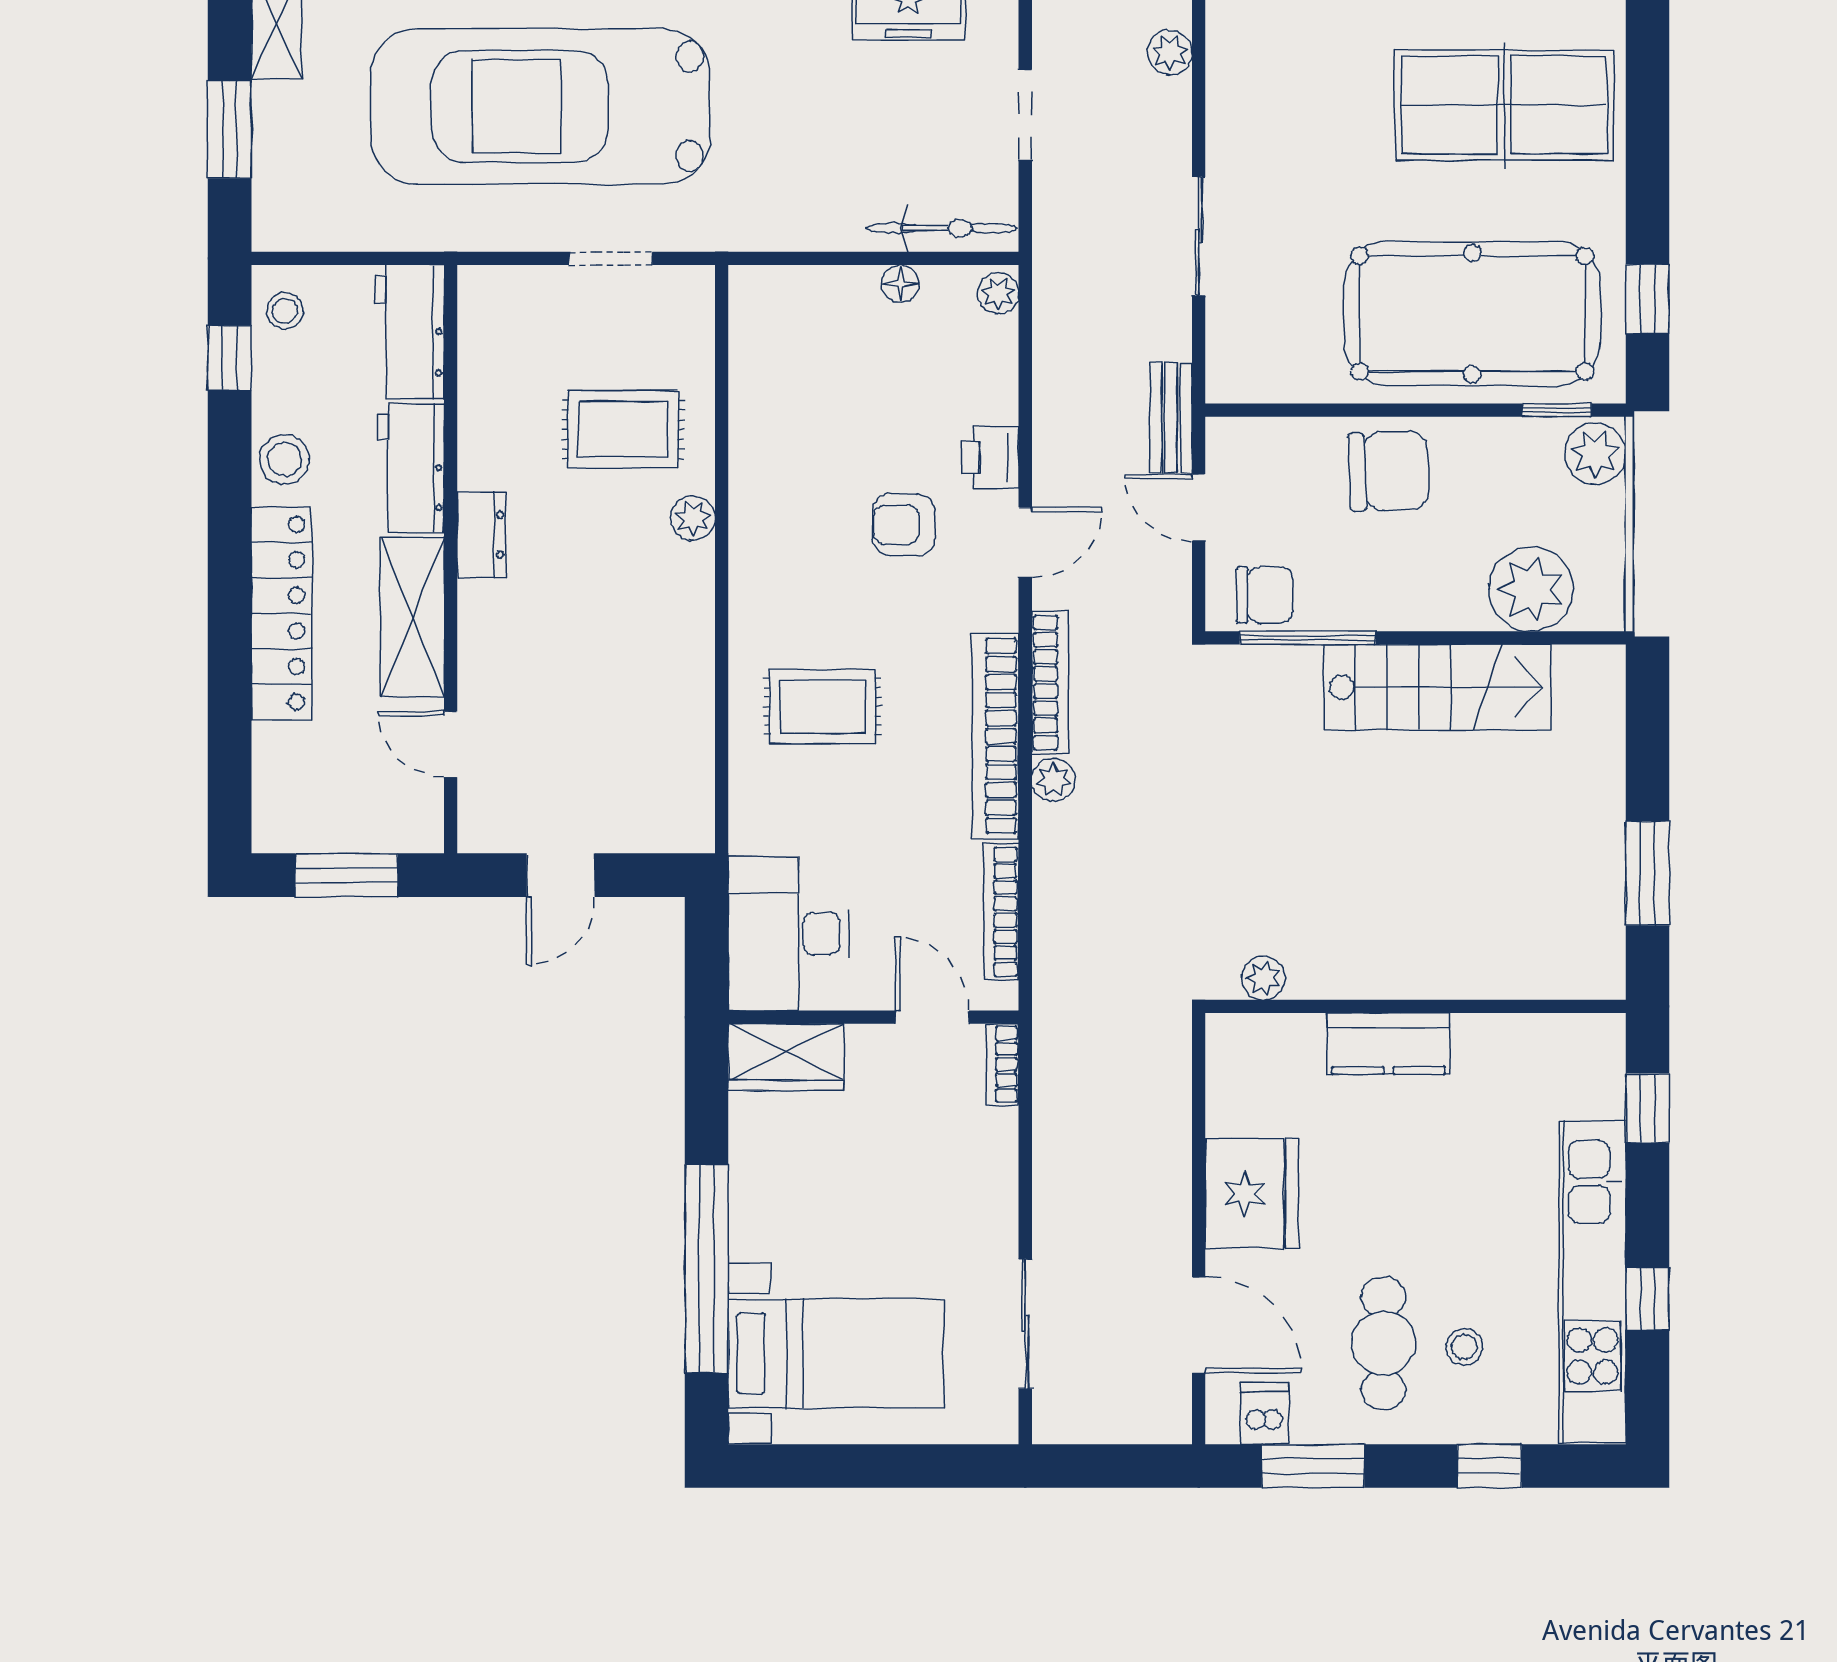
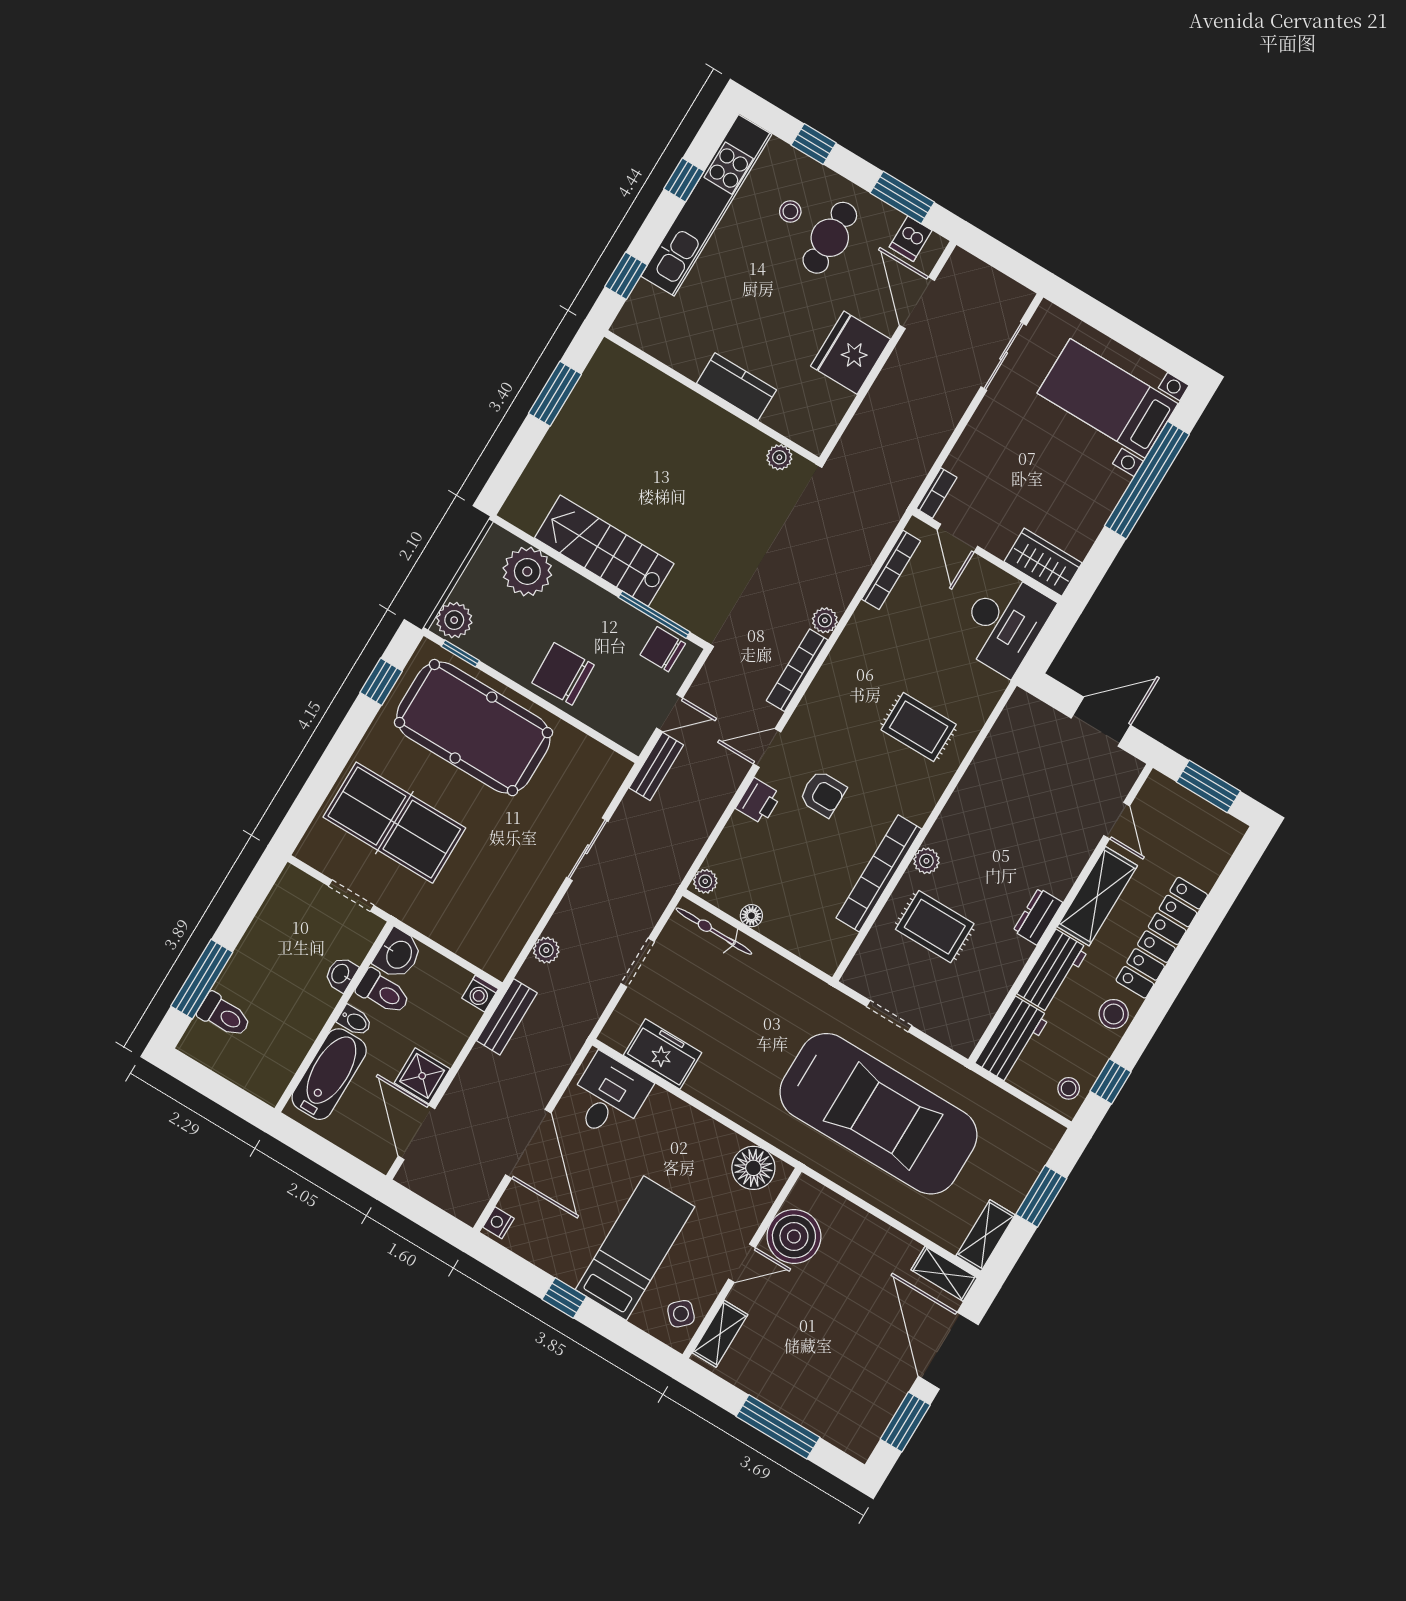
door: (1199, 508) -> (669, 713), hinge flipped
bookcase: (995, 736) -> (879, 873), moved, turned 180
door: (561, 875) -> (1101, 722), width x1.38

